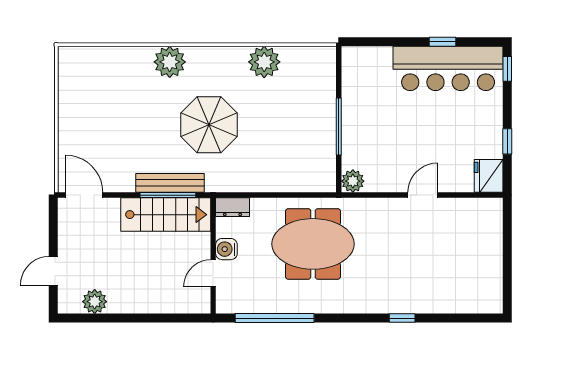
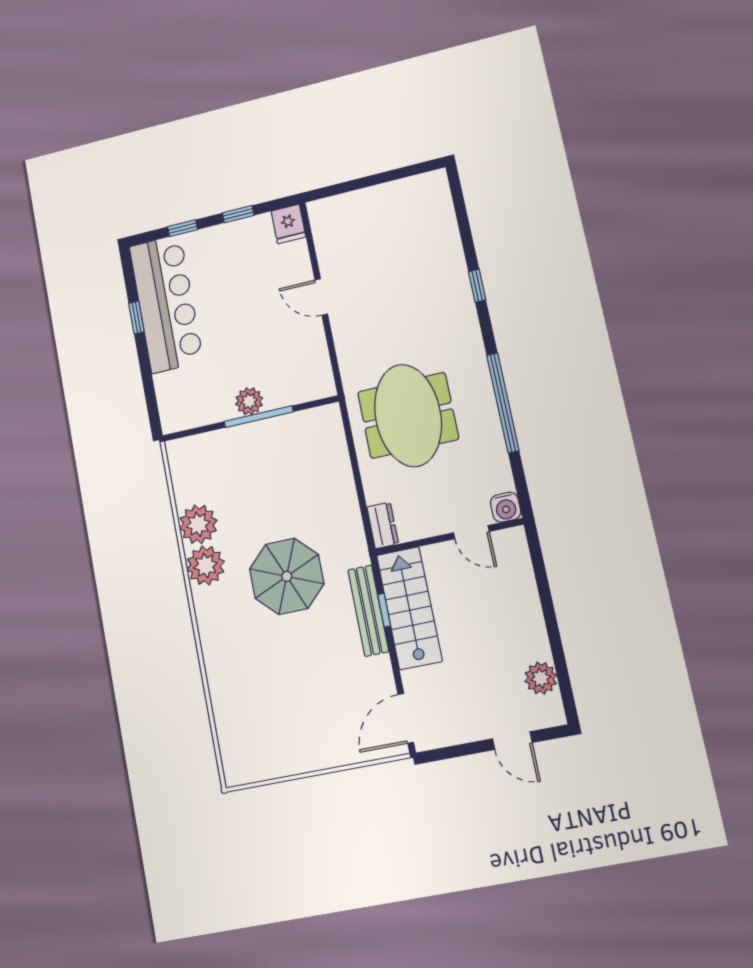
plant: (170, 62) -> (206, 566), moved
window: (507, 69) -> (183, 228), moved
fridge: (489, 176) -> (288, 224), width x0.72
plant: (353, 181) -> (249, 401), moved
window: (168, 195) -> (384, 610), width x0.46
water cooler: (226, 249) -> (506, 507), moved
window: (275, 318) -> (503, 403), moved

